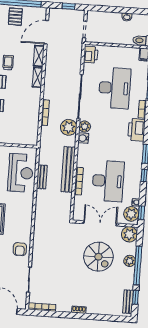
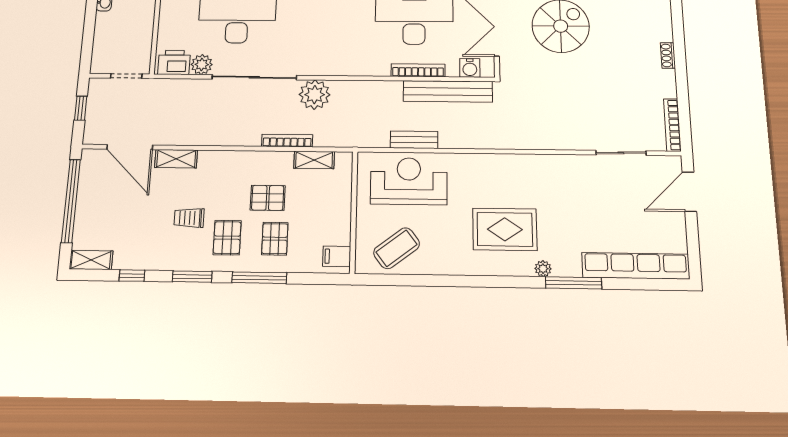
pallet: (15, 17) -> (268, 198), moved
shelving: (38, 77) -> (314, 160), moved
plant: (85, 127) -> (202, 65), moved
water cooler: (83, 138) -> (470, 68), moved
bench: (68, 169) -> (448, 91), moved
armchair: (20, 249) -> (562, 174), removed

